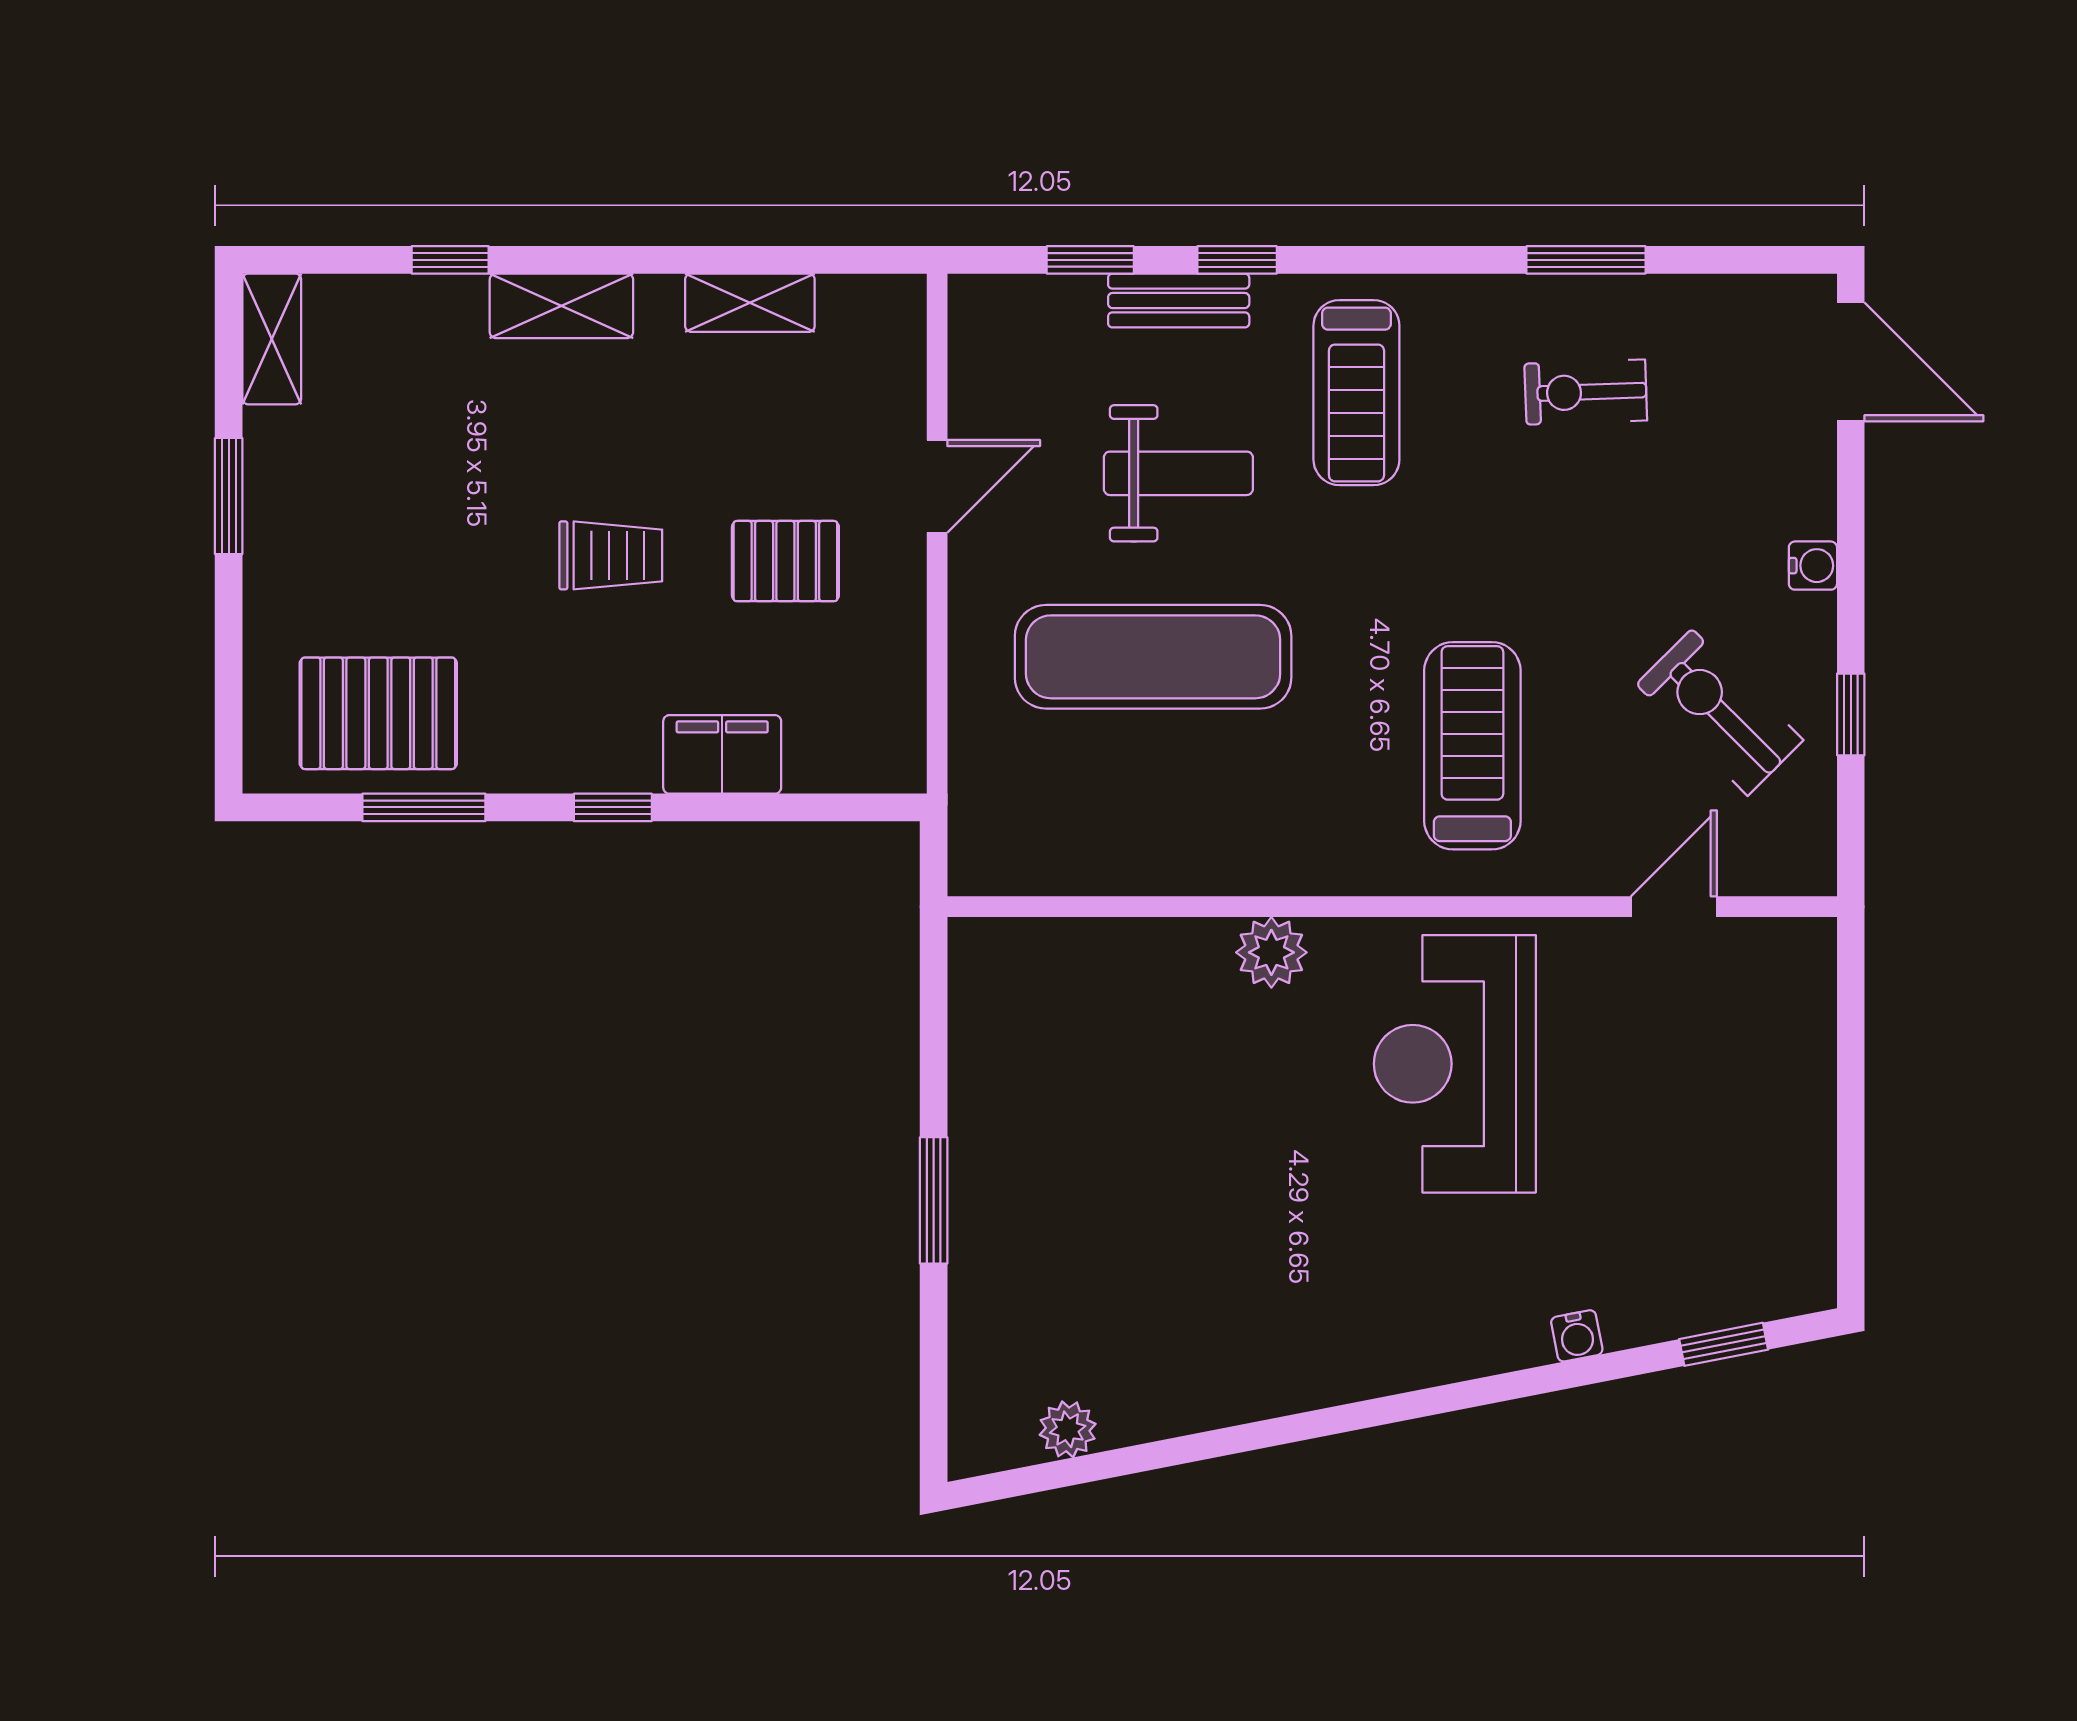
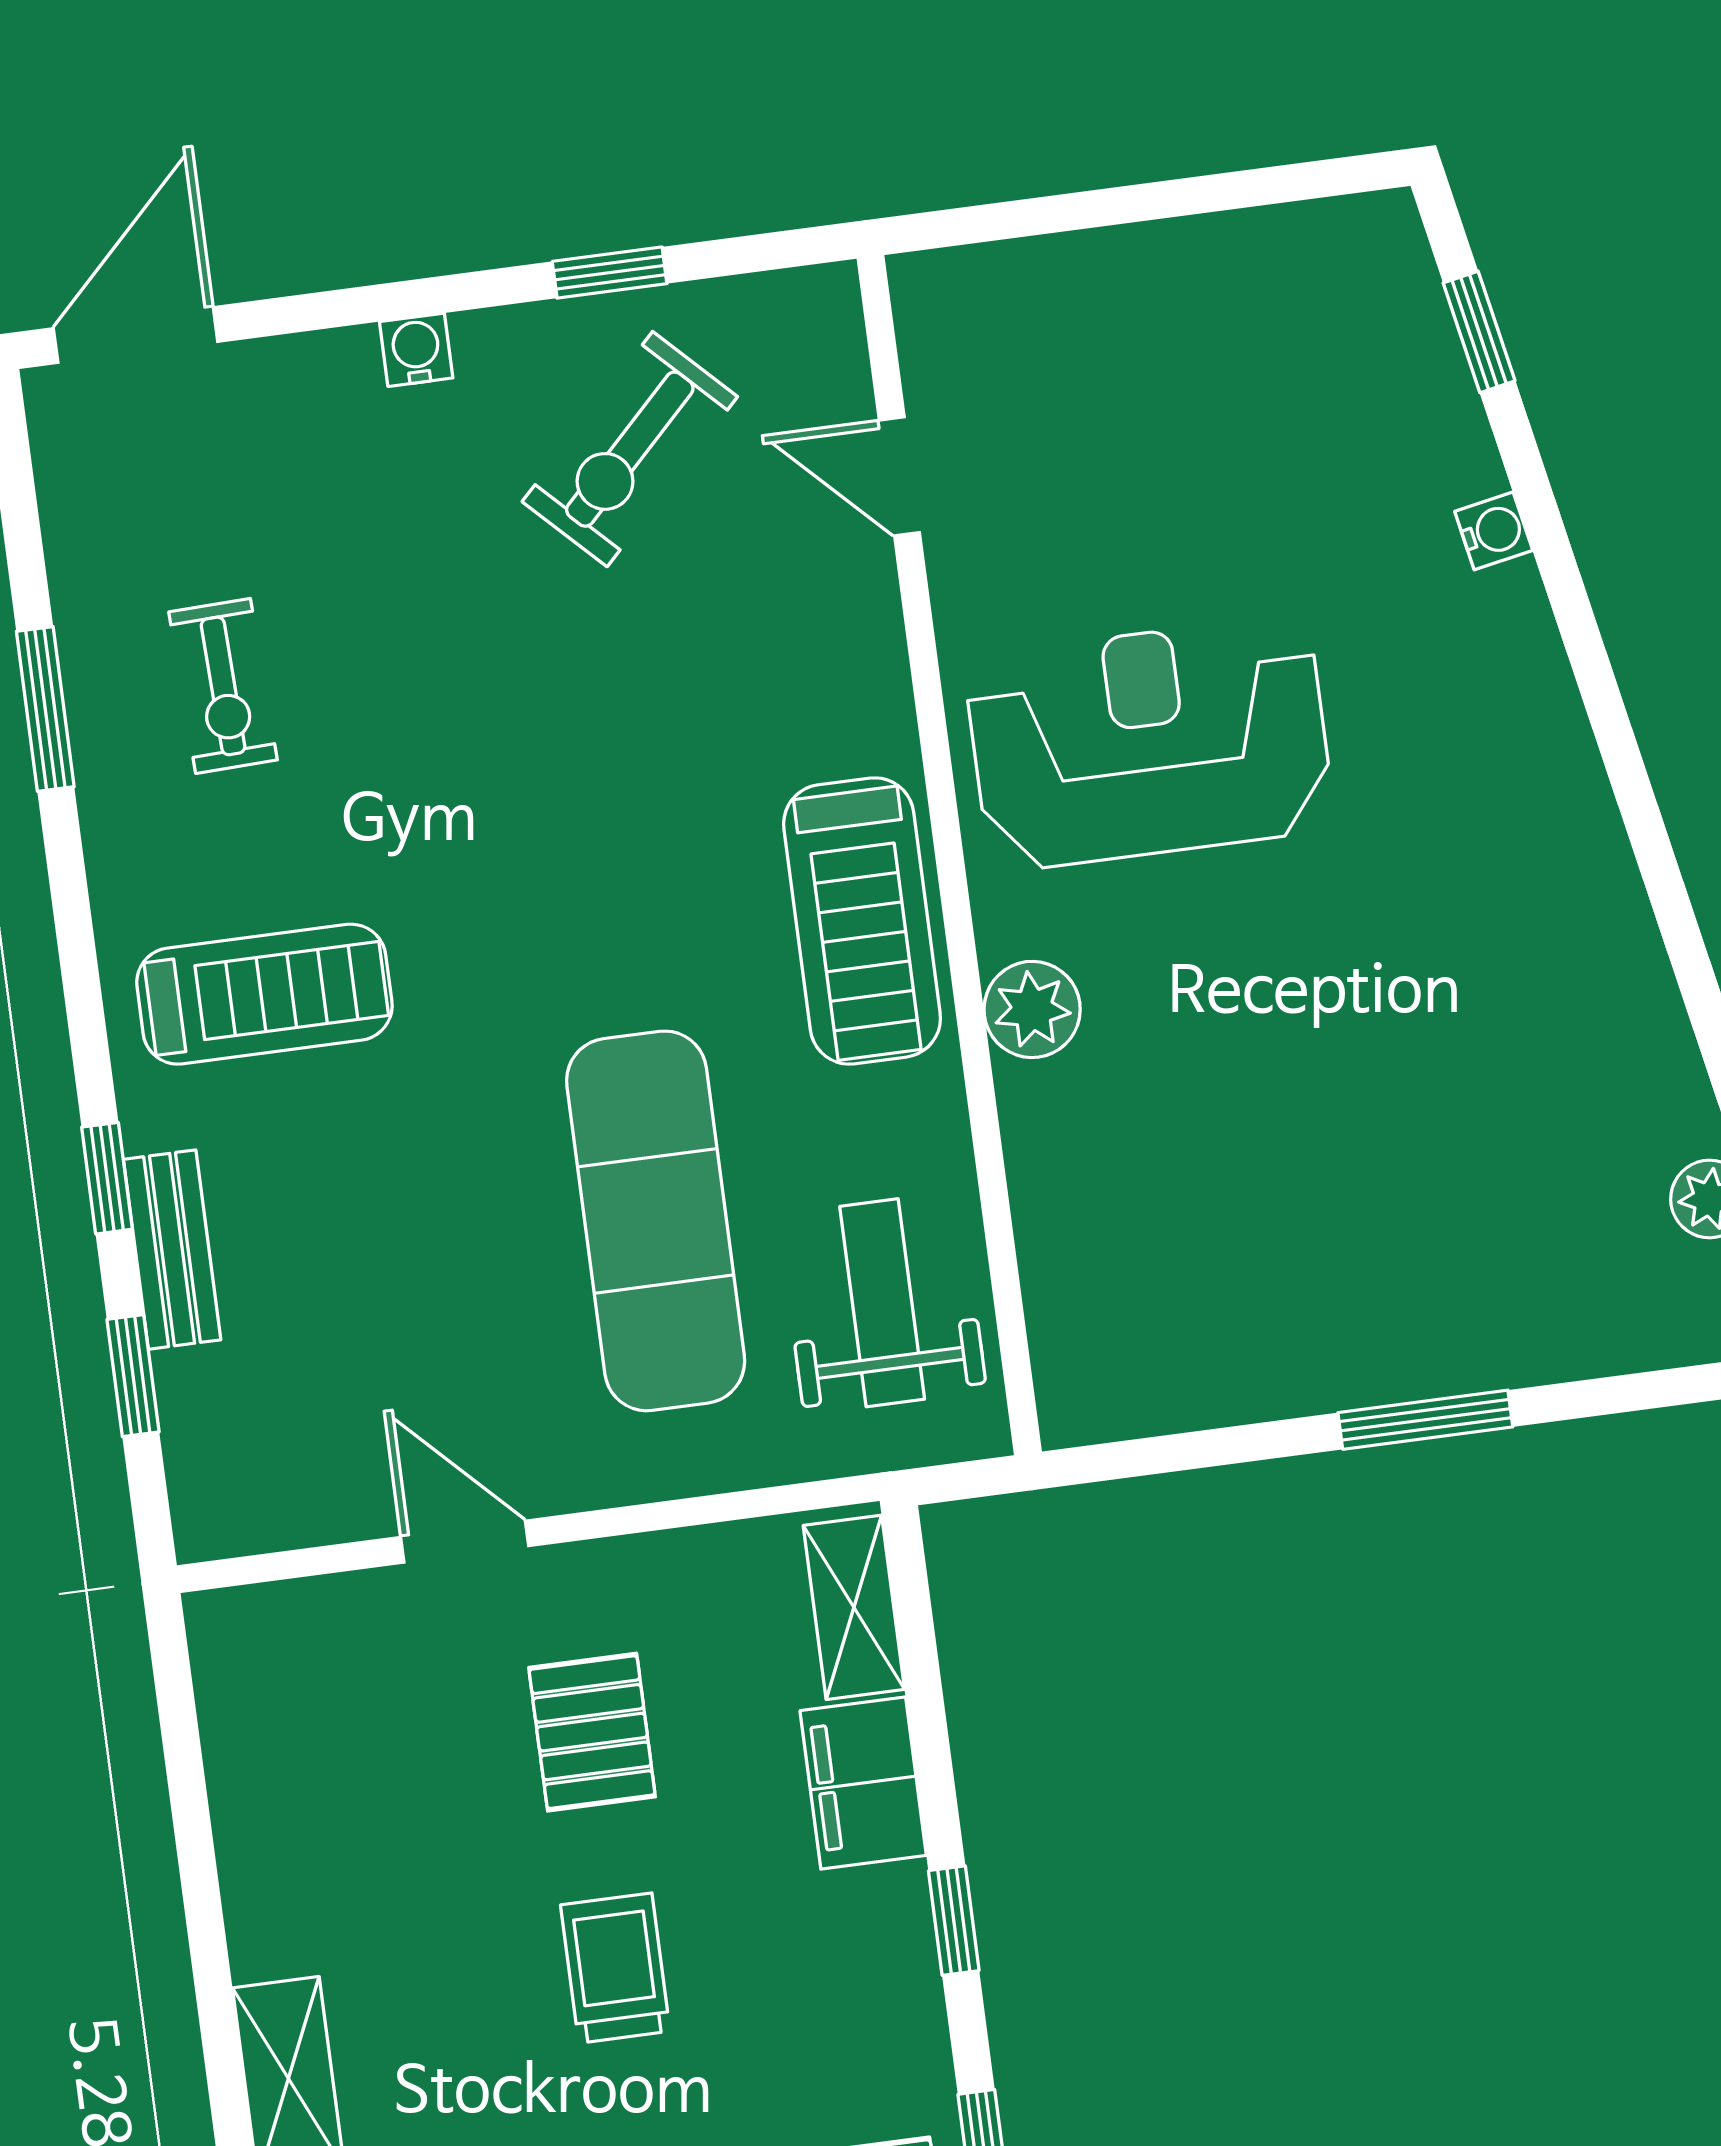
shelving: (750, 303) -> (854, 1607), moved
weight bench: (1178, 473) -> (882, 1303), moved
treadmill: (1472, 746) -> (862, 921), moved, turned -90
reception desk: (1455, 1064) -> (1149, 743), turned 180

